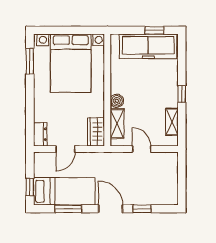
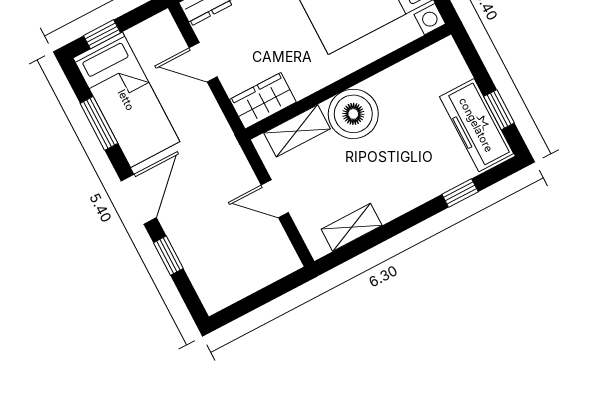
freezer: (148, 46) -> (476, 125), width x0.73, depth x0.79
window: (182, 94) -> (460, 193), moved
boiler: (117, 101) -> (353, 114), width x1.86, depth x1.86
door: (142, 149) -> (275, 199), swing flipped

